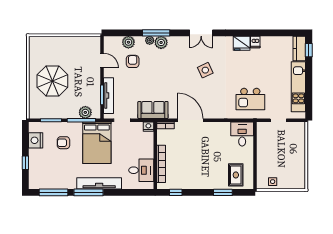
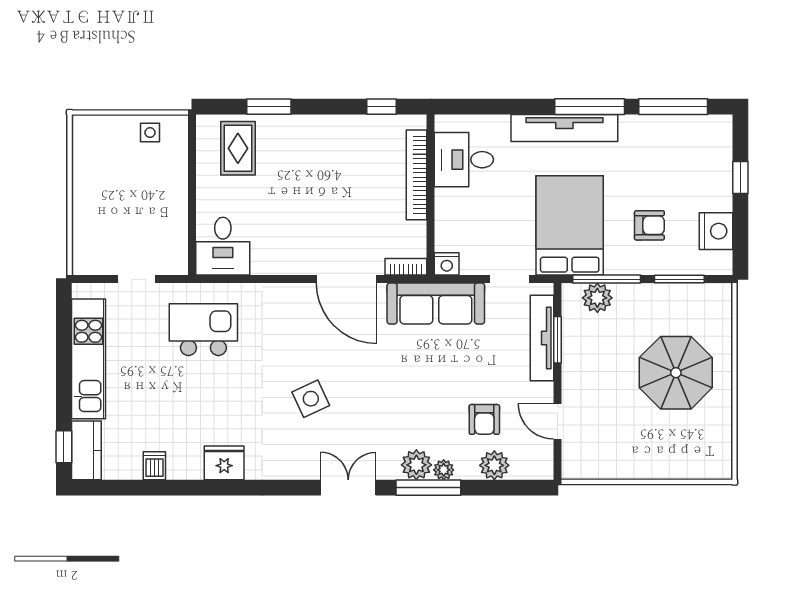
double door: (201, 33) -> (348, 488), moved
dishwasher: (255, 42) -> (154, 466), moved
sofa: (153, 110) -> (436, 304), width x1.36

